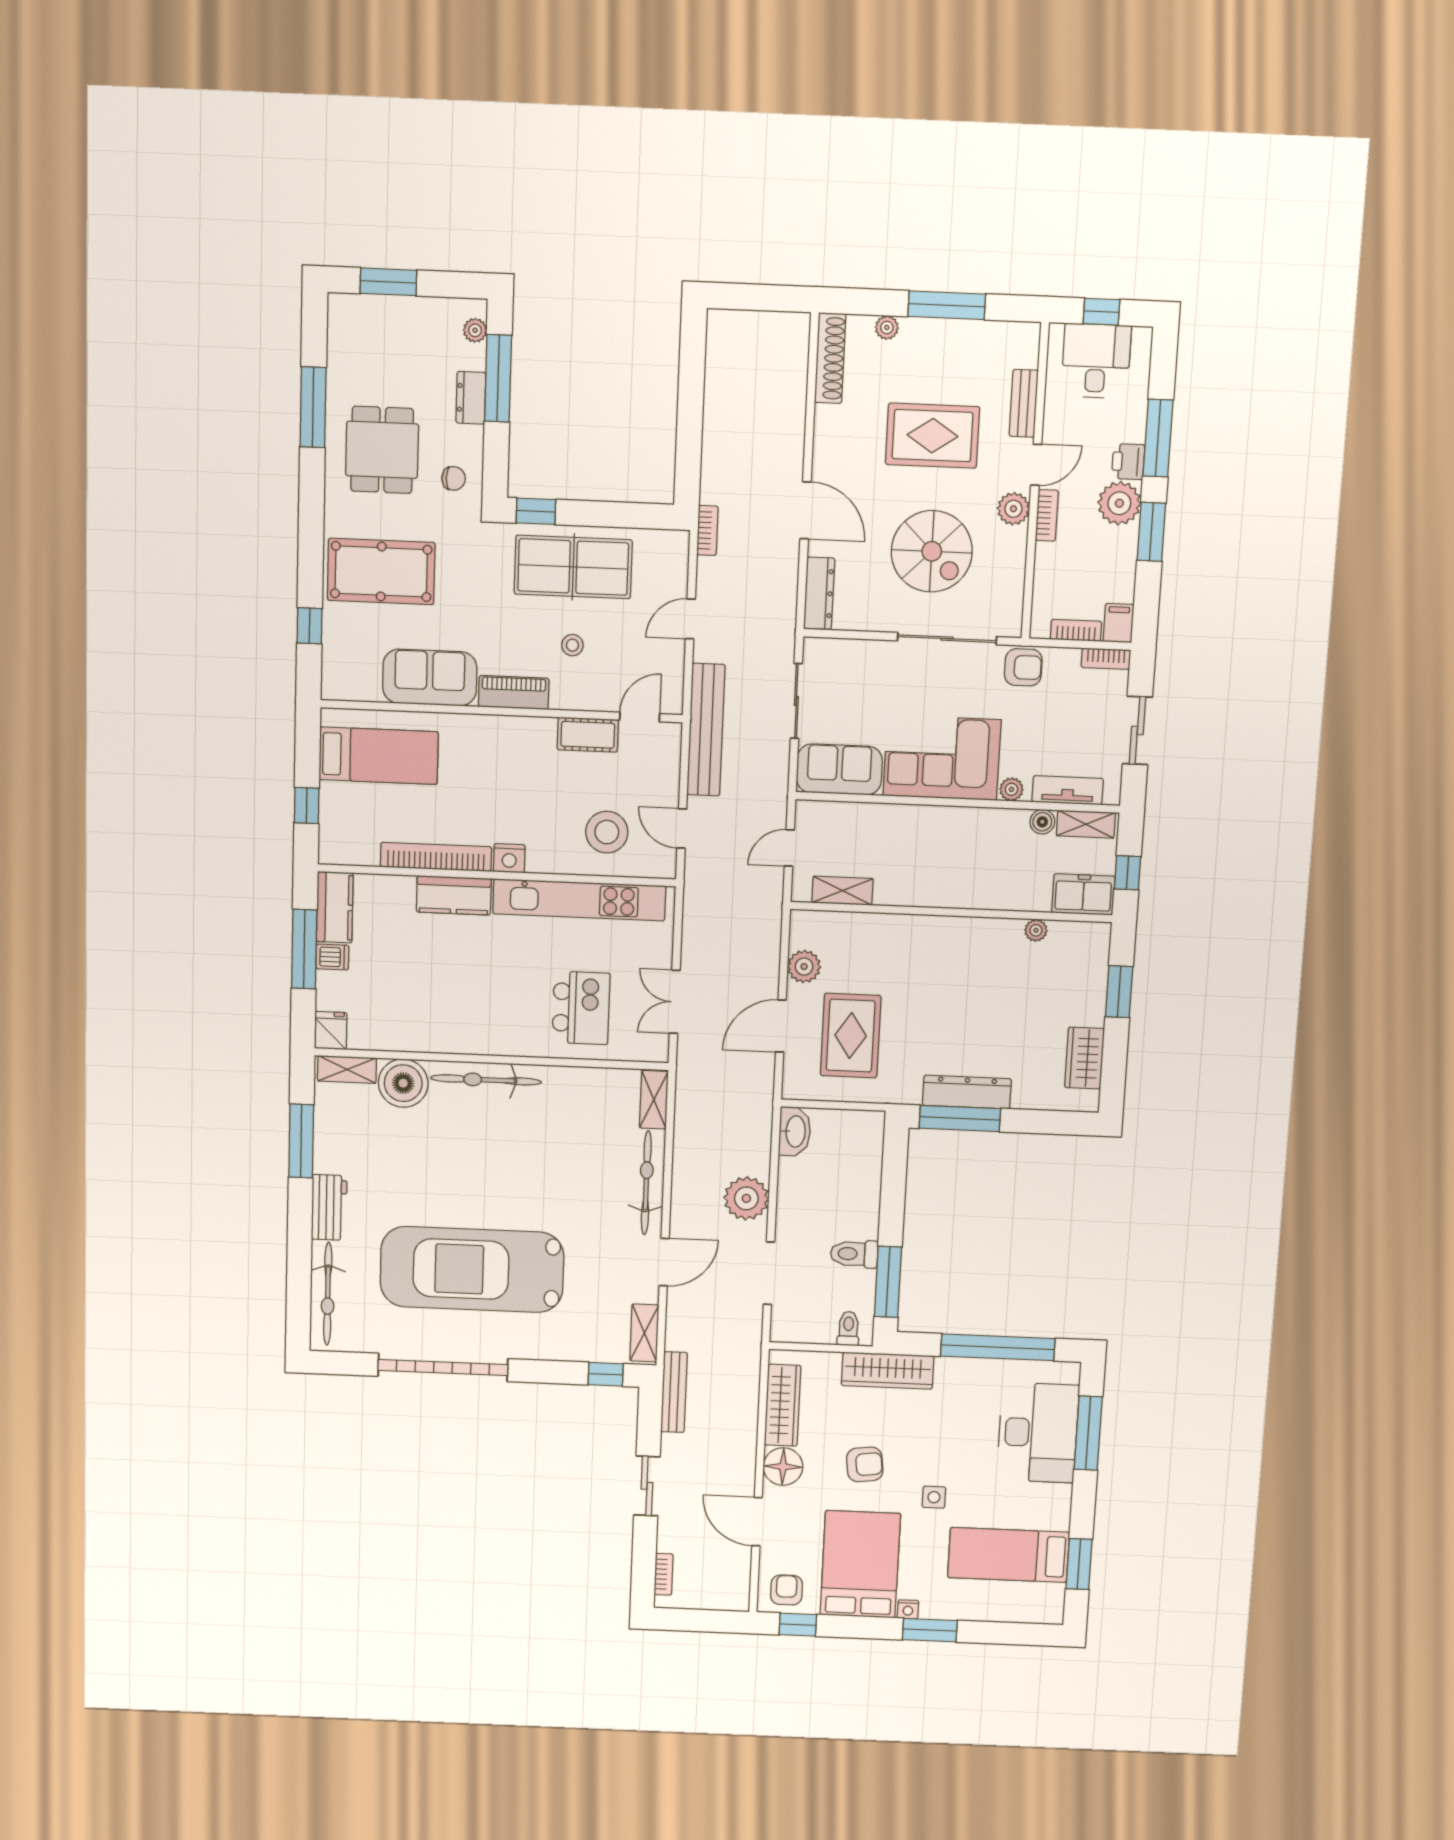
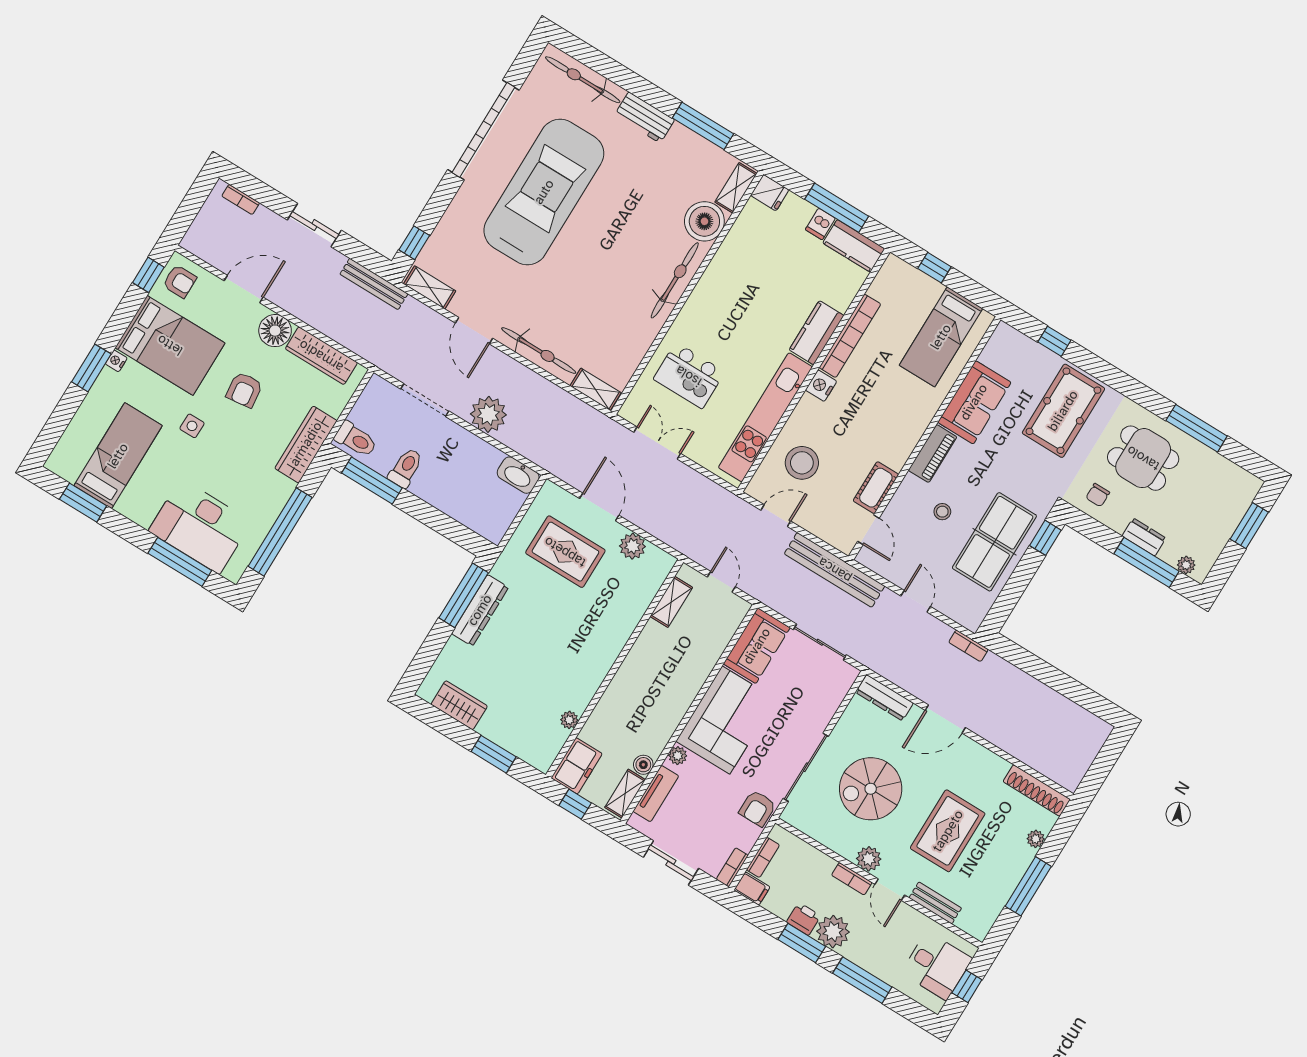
printer: (1128, 462) -> (804, 919), moved
toilet: (848, 1329) -> (356, 439), width x1.37, depth x1.39

